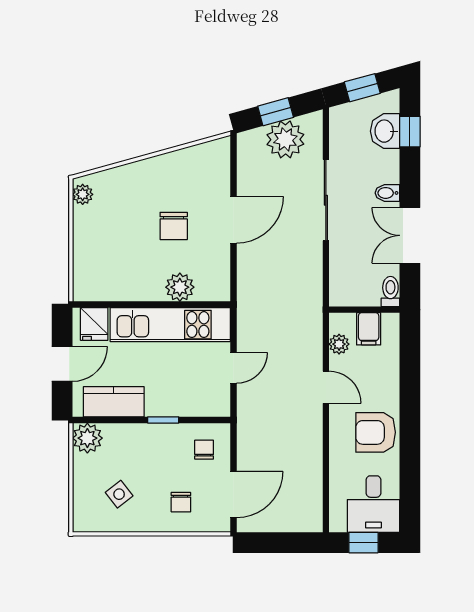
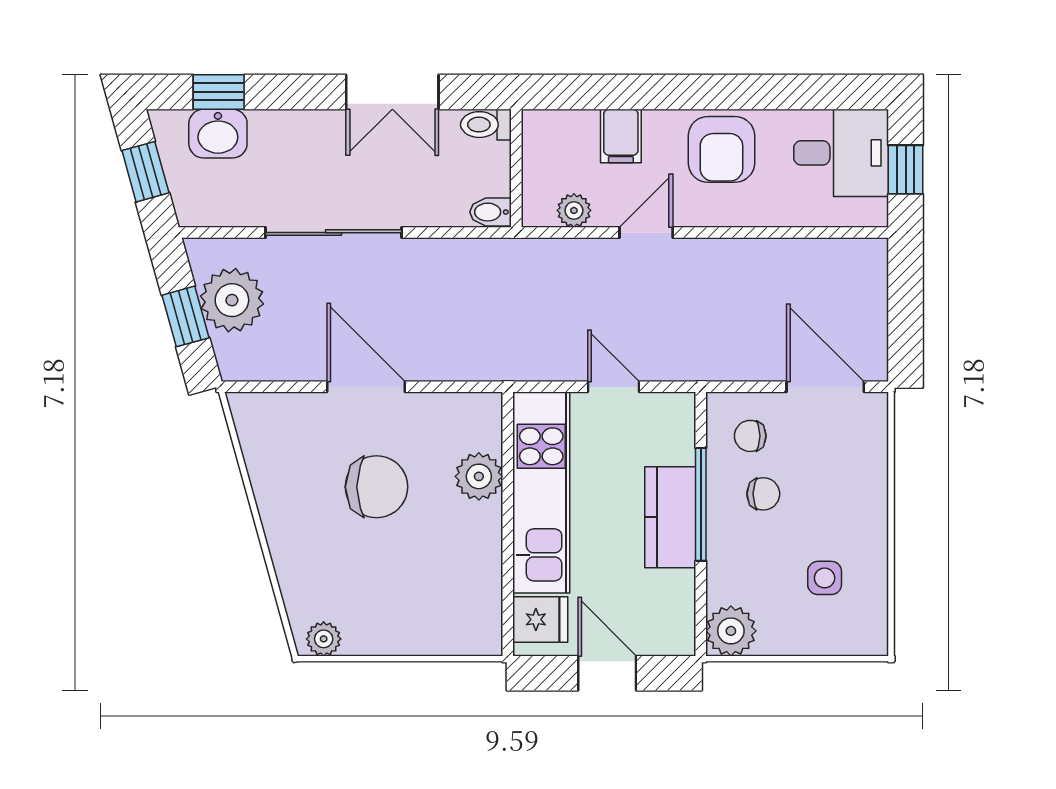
bidet: (387, 193) -> (491, 212), moved, turned 90
chair: (174, 226) -> (377, 487), width x1.37, depth x1.37
filing cabinet: (369, 329) -> (621, 136), moved, turned 90
kitchen counter: (114, 402) -> (670, 517), moved
window: (163, 420) -> (701, 504), width x2.17
side table: (119, 494) -> (825, 578), turned 38
chair: (181, 502) -> (763, 494), moved

